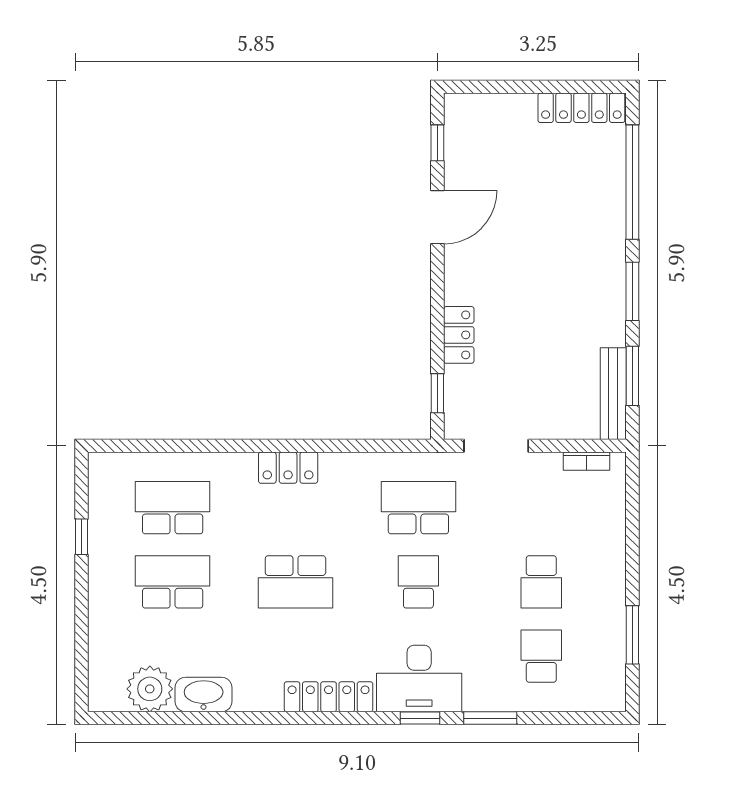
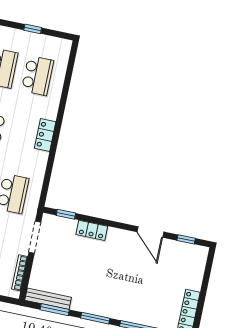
bookcase: (586, 461) -> (20, 273), width x1.56

